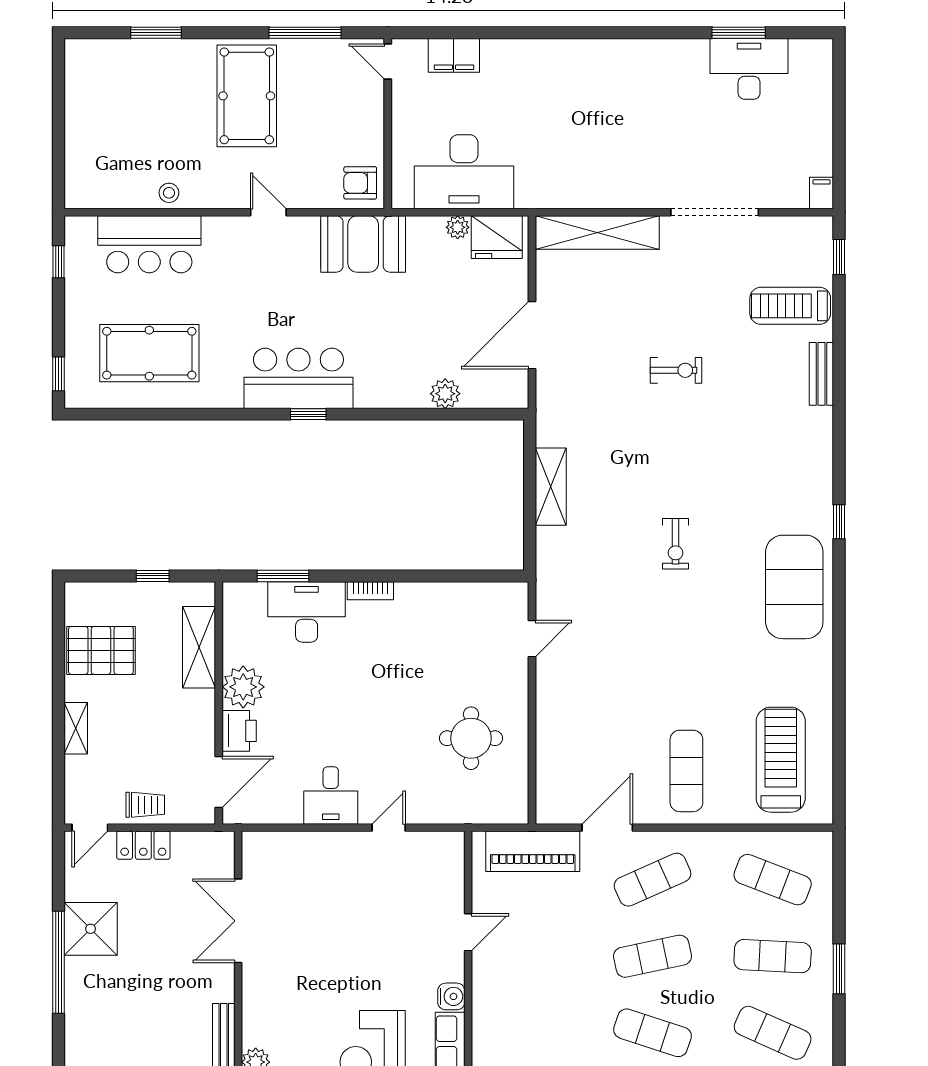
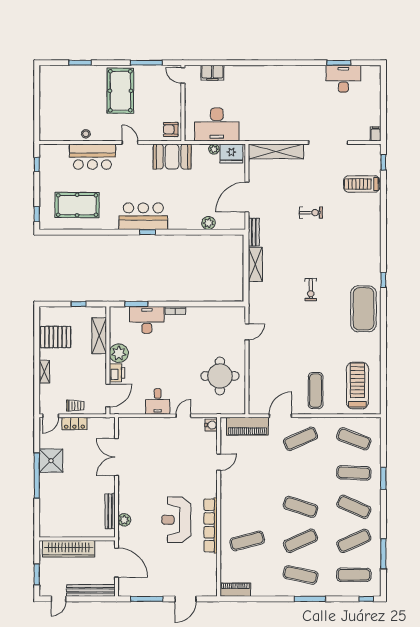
bar counter: (149, 244) -> (92, 157), moved
bench: (821, 374) -> (254, 232), moved
round table: (471, 738) -> (220, 376), width x1.36, depth x1.36
exercise mat: (652, 956) -> (301, 473), removed
water cooler: (451, 996) -> (211, 425), moved

